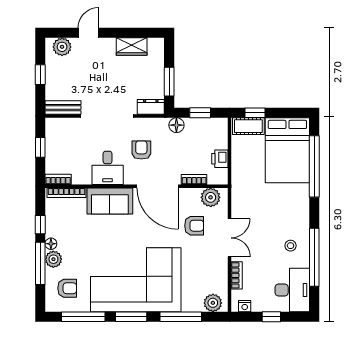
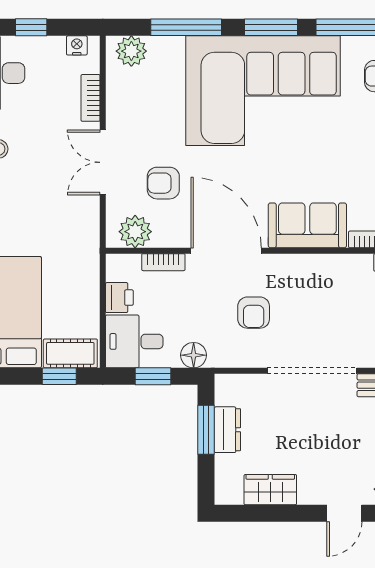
dresser: (151, 107) -> (227, 430), moved, turned -90
desk: (108, 168) -> (134, 341), moved, turned -90

